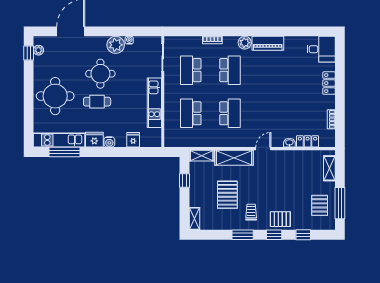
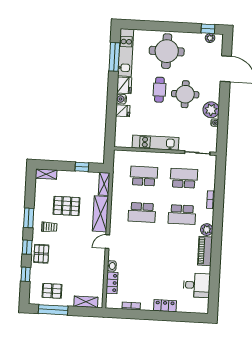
desk: (321, 49) -> (197, 285), moved, turned -90
fridge: (133, 140) -> (123, 111), moved
door: (263, 149) -> (107, 242), swing flipped

